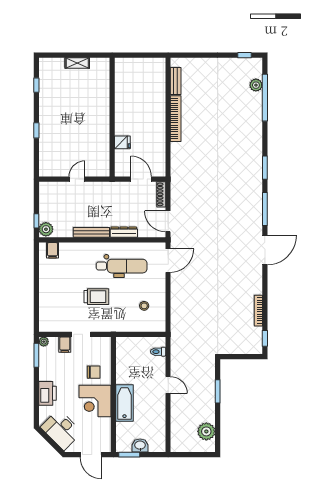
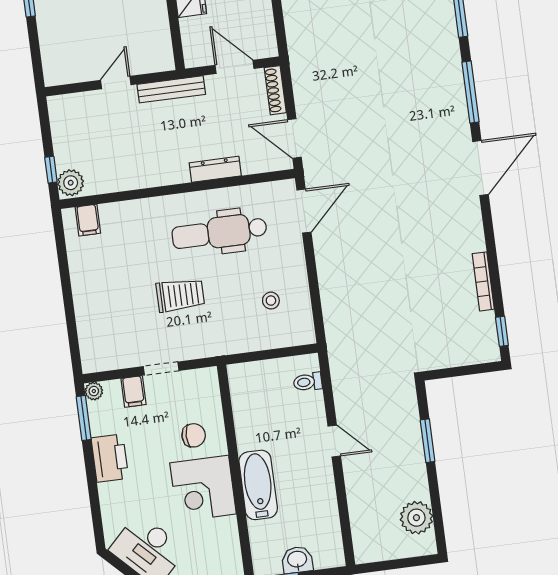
bench: (91, 232) -> (171, 89), moved
dental chair: (122, 266) -> (219, 232), turned 180
printer: (48, 393) -> (110, 458), moved

